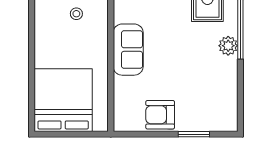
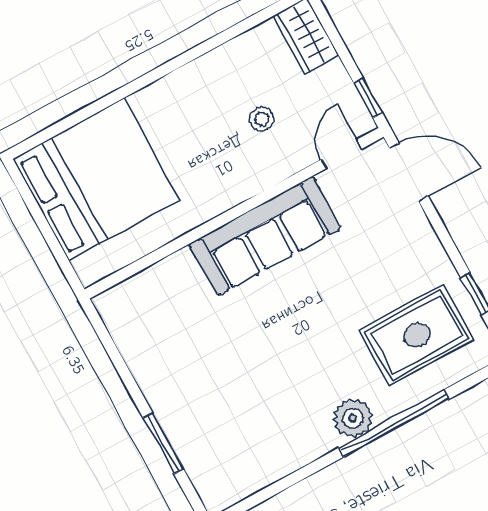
sofa: (128, 50) -> (265, 236), width x1.36
armchair: (160, 115) -> (165, 365), removed

